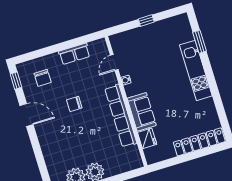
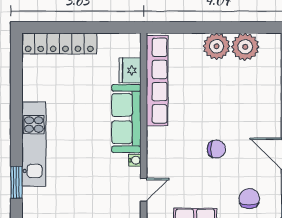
sofa: (142, 112) -> (126, 119), width x1.36
row of seats: (121, 116) -> (157, 81), moved

